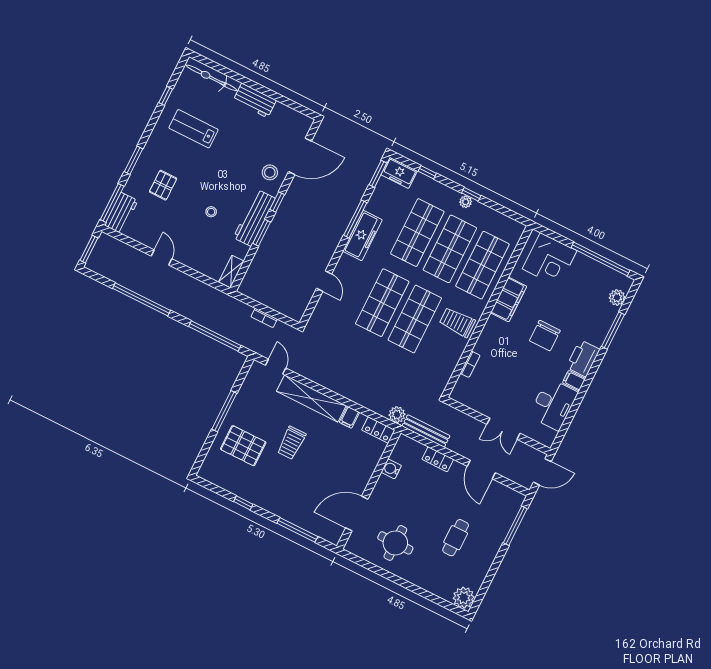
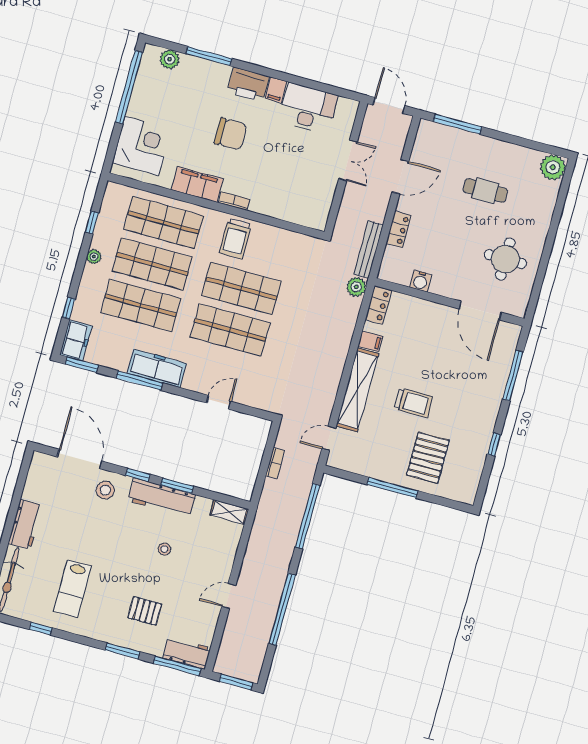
window: (471, 194) -> (92, 222), moved
bookcase: (470, 364) -> (234, 201), moved

